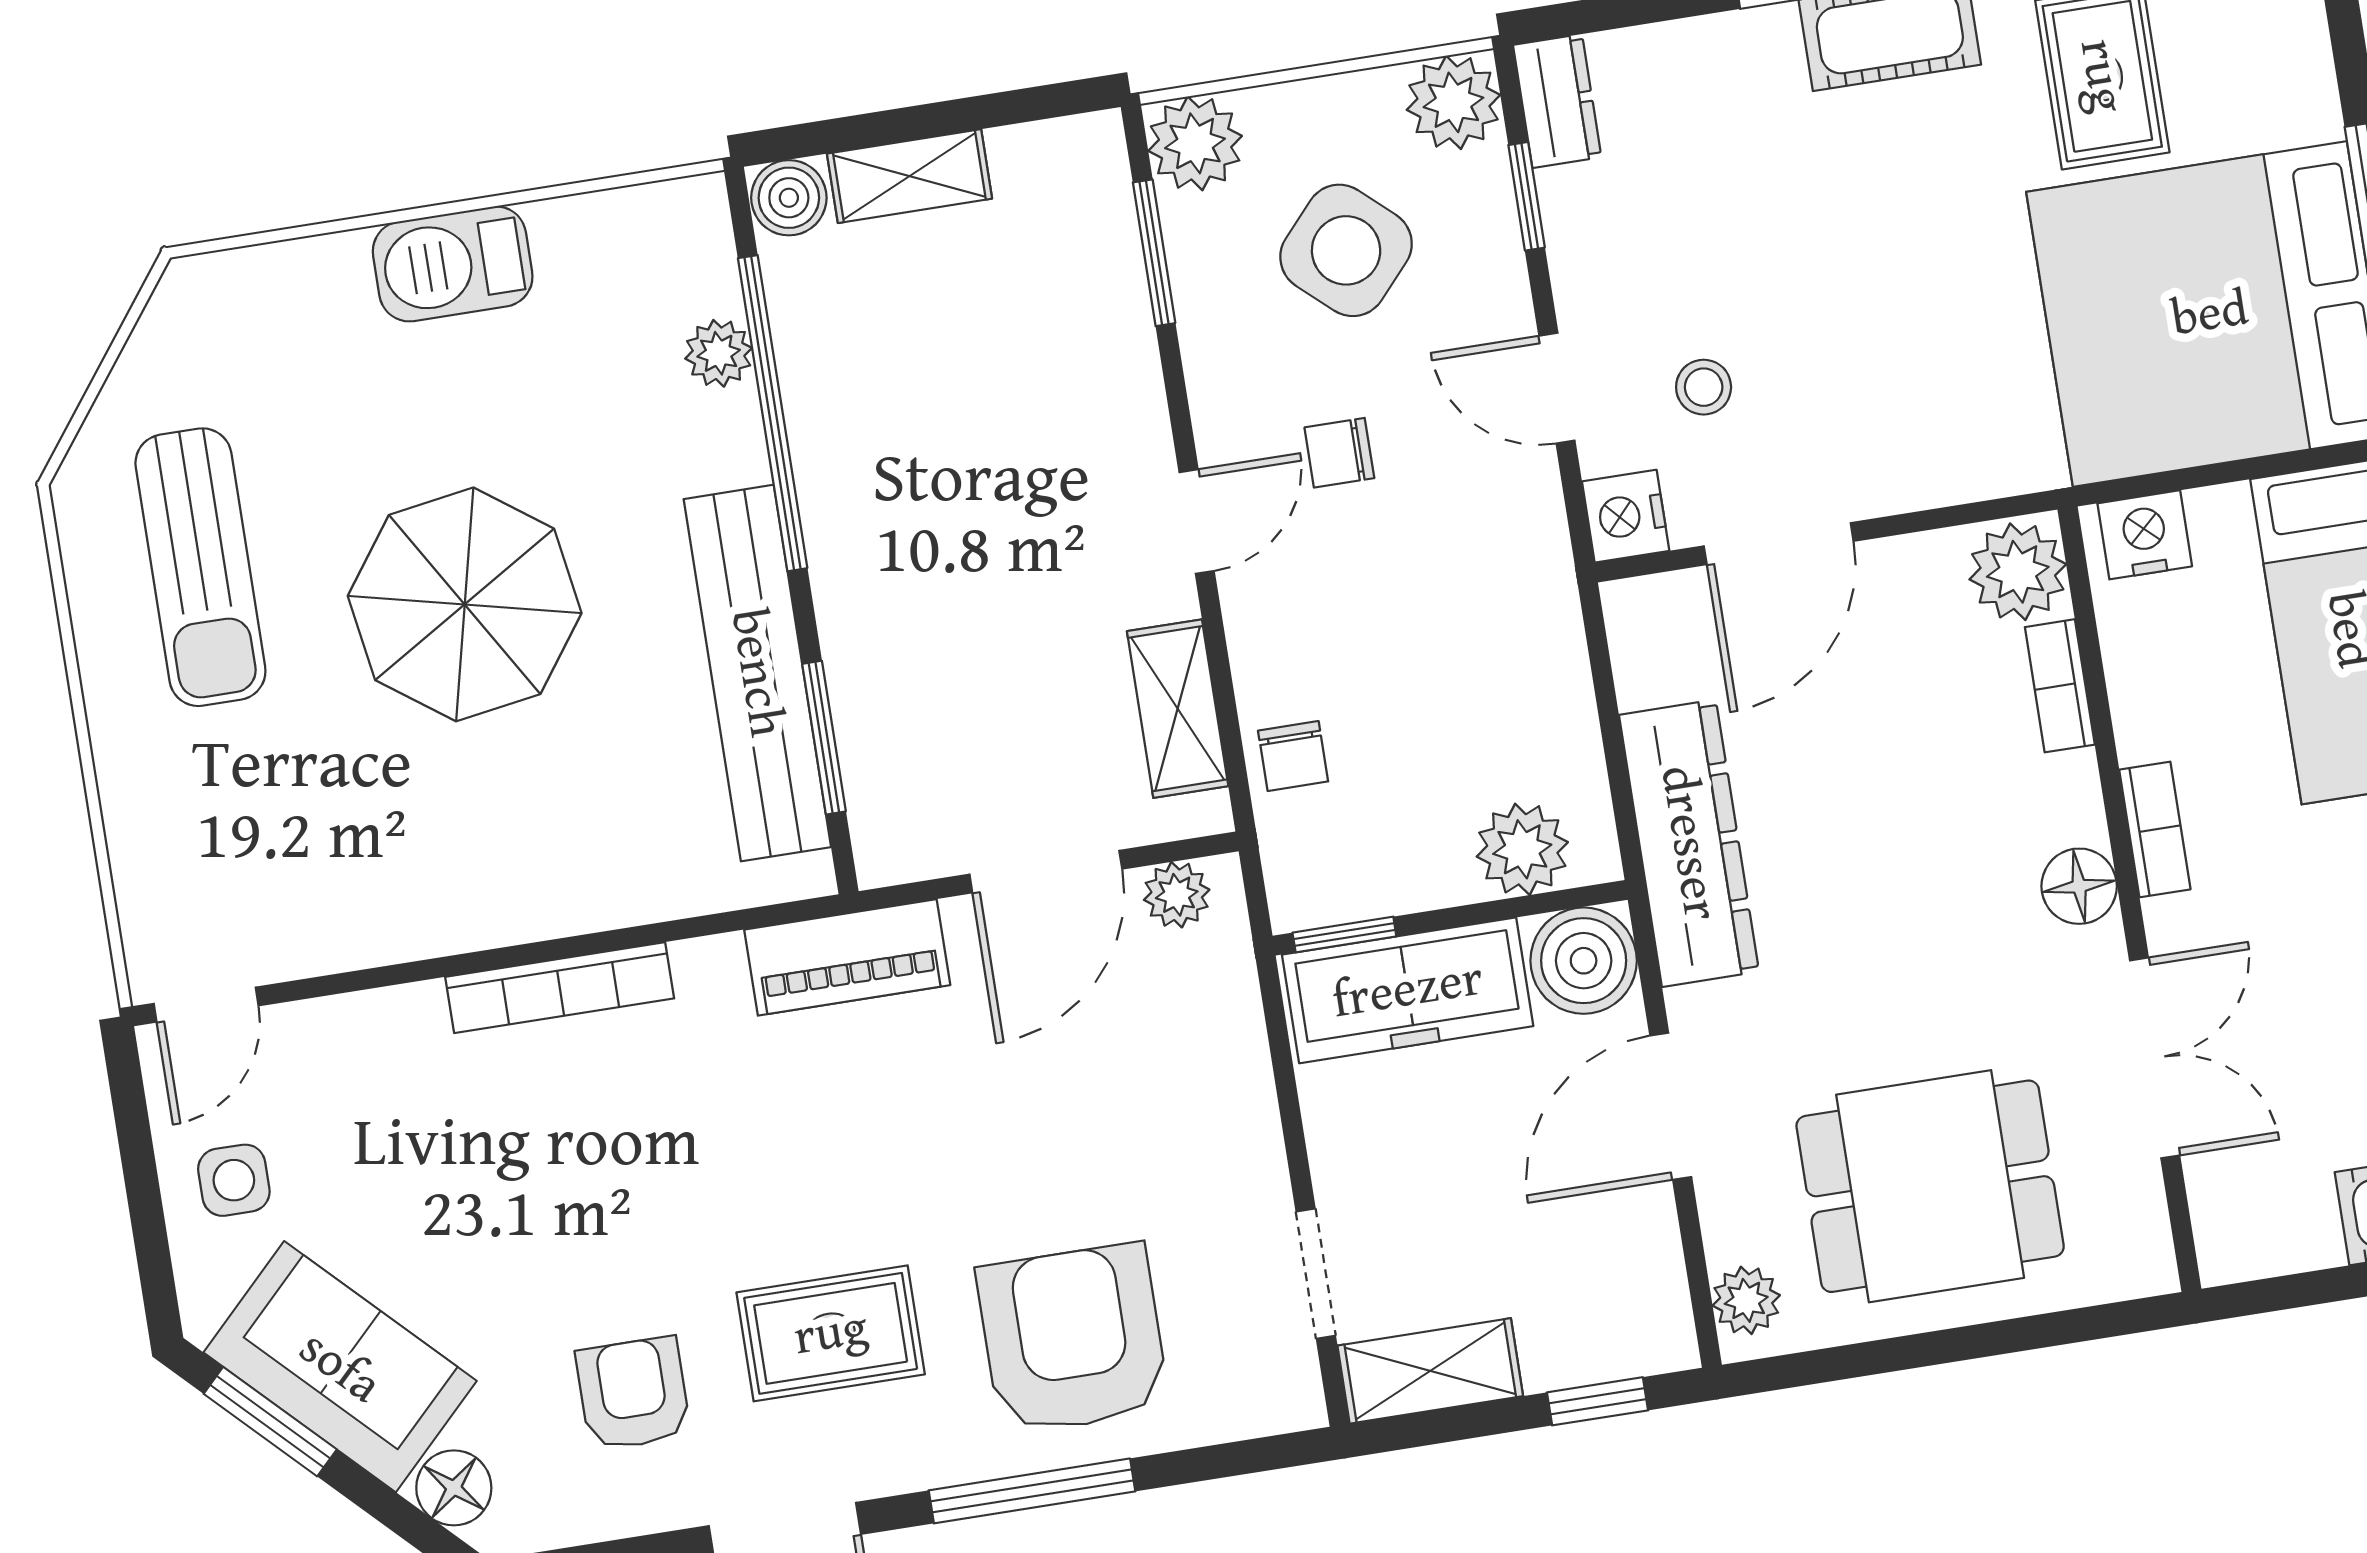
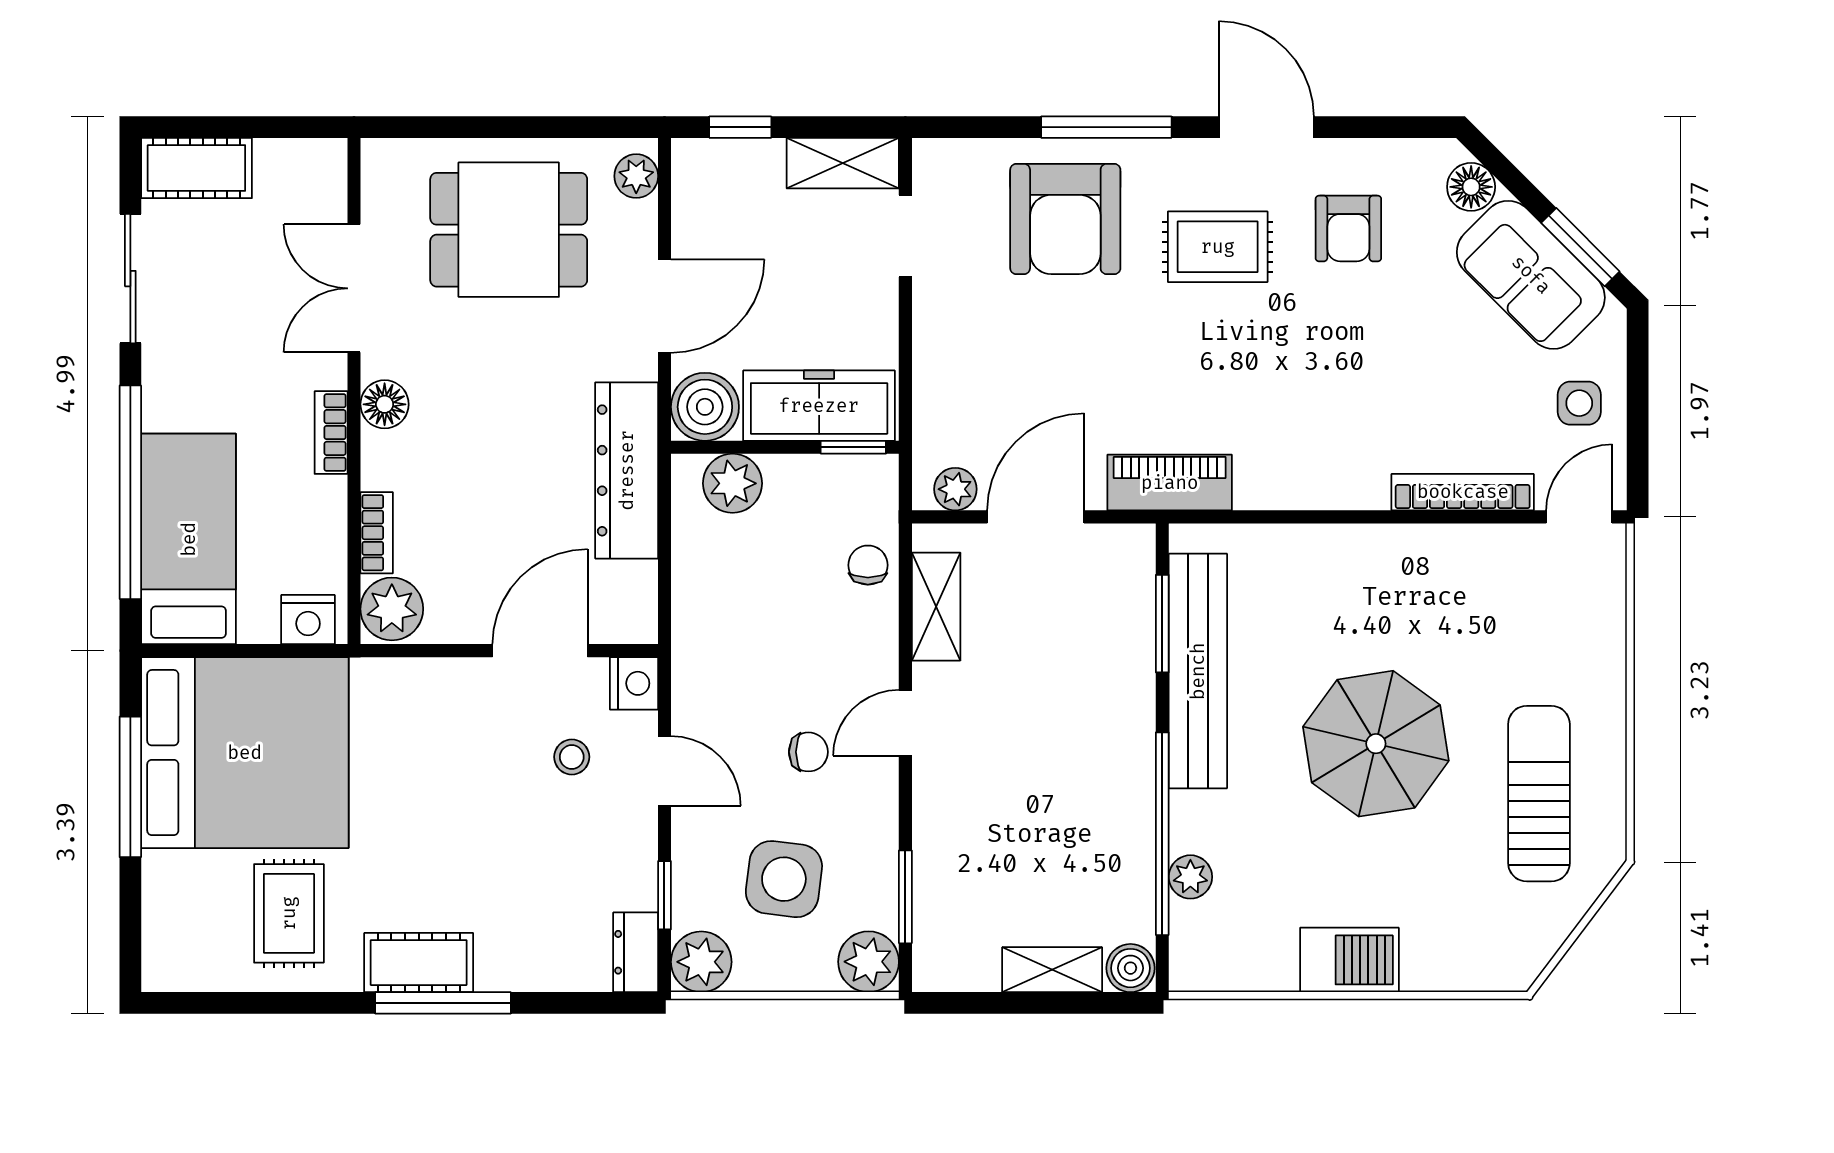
side table: (1346, 250) -> (784, 879), turned -35
bookcase: (560, 988) -> (1463, 492), moved

